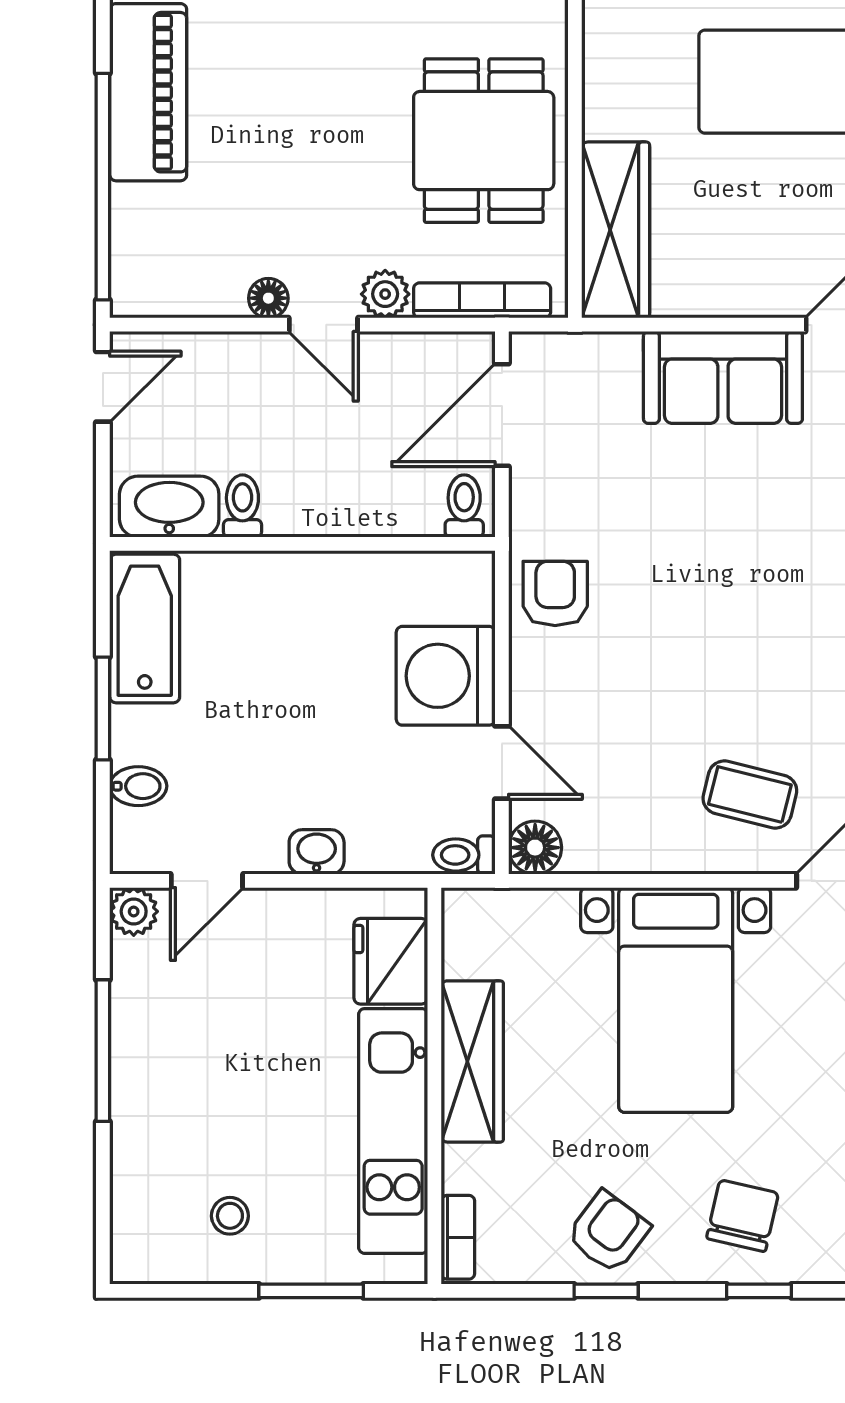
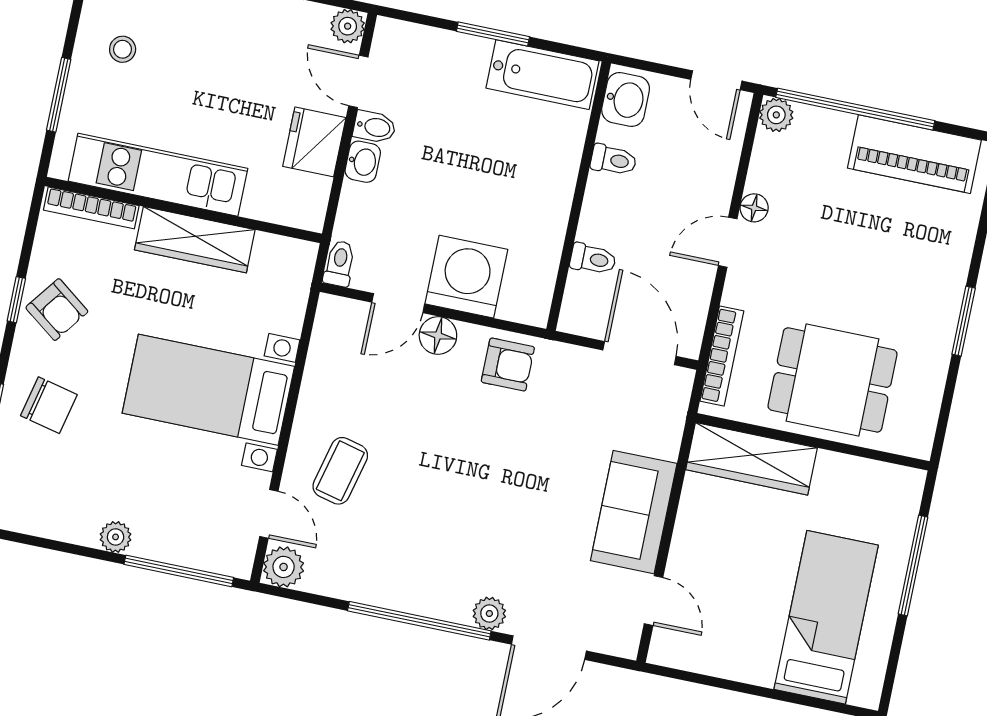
plant: (385, 294) -> (776, 115), moved
toilet: (464, 506) -> (593, 259), moved
washbasin: (169, 507) -> (626, 99), width x0.72
bidet: (138, 786) -> (375, 127), moved, turned -90
floor lamp: (535, 848) -> (438, 335), moved
fridge: (391, 961) -> (314, 142), moved, turned -90
bookcase: (458, 1237) -> (91, 208), width x1.56

